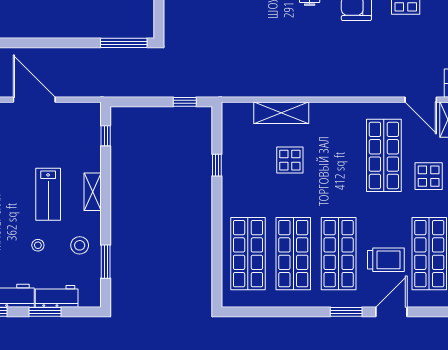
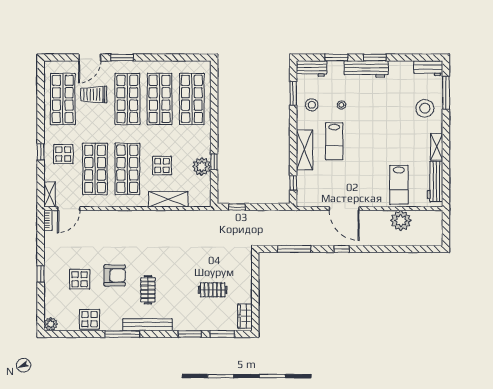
window: (38, 43) -> (342, 249), added
window: (124, 43) -> (294, 249), moved
door: (421, 100) -> (69, 209), swing flipped
shop shelf: (339, 155) -> (127, 169), added
plant: (234, 159) -> (202, 167), added
shelving: (93, 192) -> (304, 150), width x1.50, depth x1.33
lab bench: (48, 194) -> (334, 141), turned 180
workbench: (57, 296) -> (311, 69), moved

